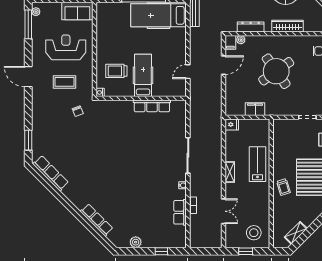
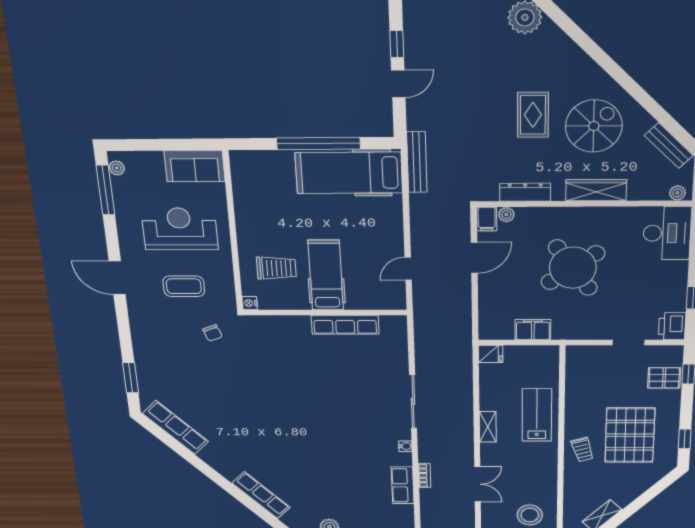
trolley: (116, 71) -> (276, 268), turned 180

